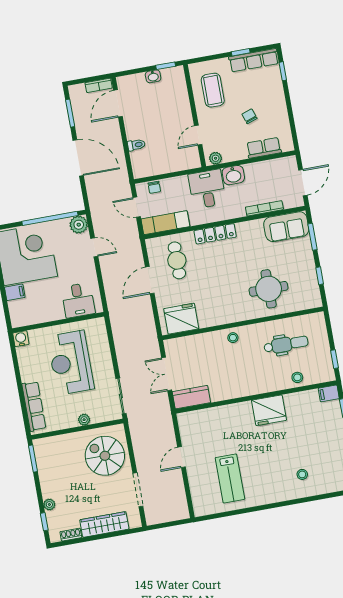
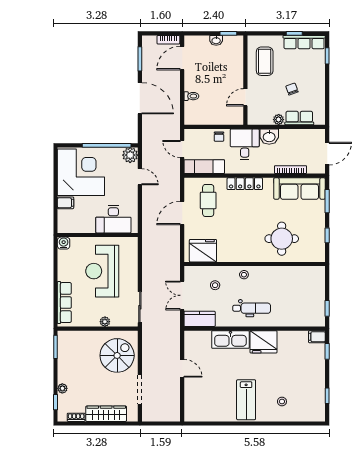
plant: (216, 158) -> (279, 120), moved
chair: (154, 187) -> (219, 137), moved
sofa: (286, 227) -> (299, 189), width x1.36
desk: (78, 300) -> (113, 219), width x1.37
dental chair: (286, 344) -> (252, 308), moved
stool: (297, 377) -> (215, 285), moved
kitchen sink: (231, 414) -> (230, 340), added
spiral stairs: (105, 456) -> (117, 355), turned 90
door: (182, 457) -> (182, 368), swing flipped
lab bench: (230, 478) -> (246, 400), moved

